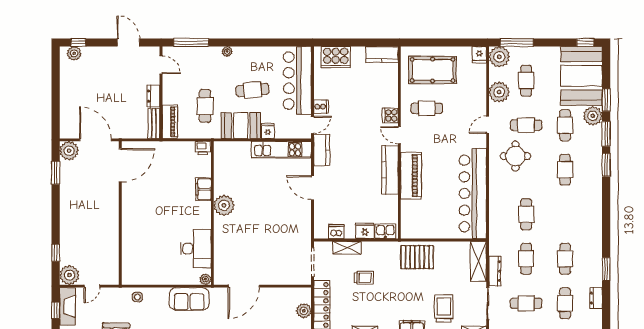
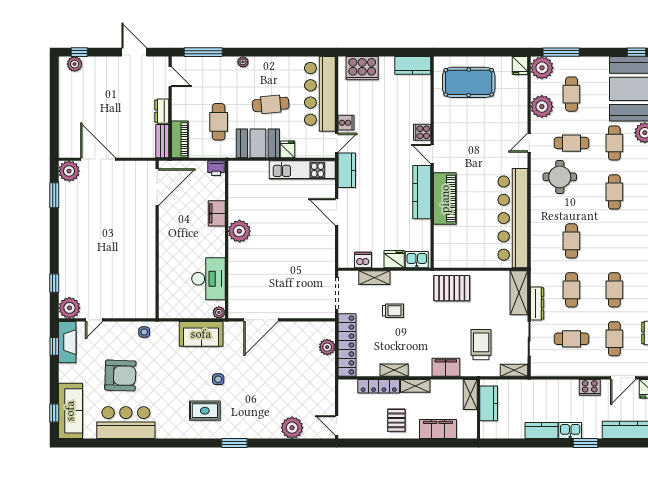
cafe table: (427, 108) -> (462, 125), removed
door: (120, 165) -> (157, 187), moved
wall: (120, 213) -> (157, 240), moved

